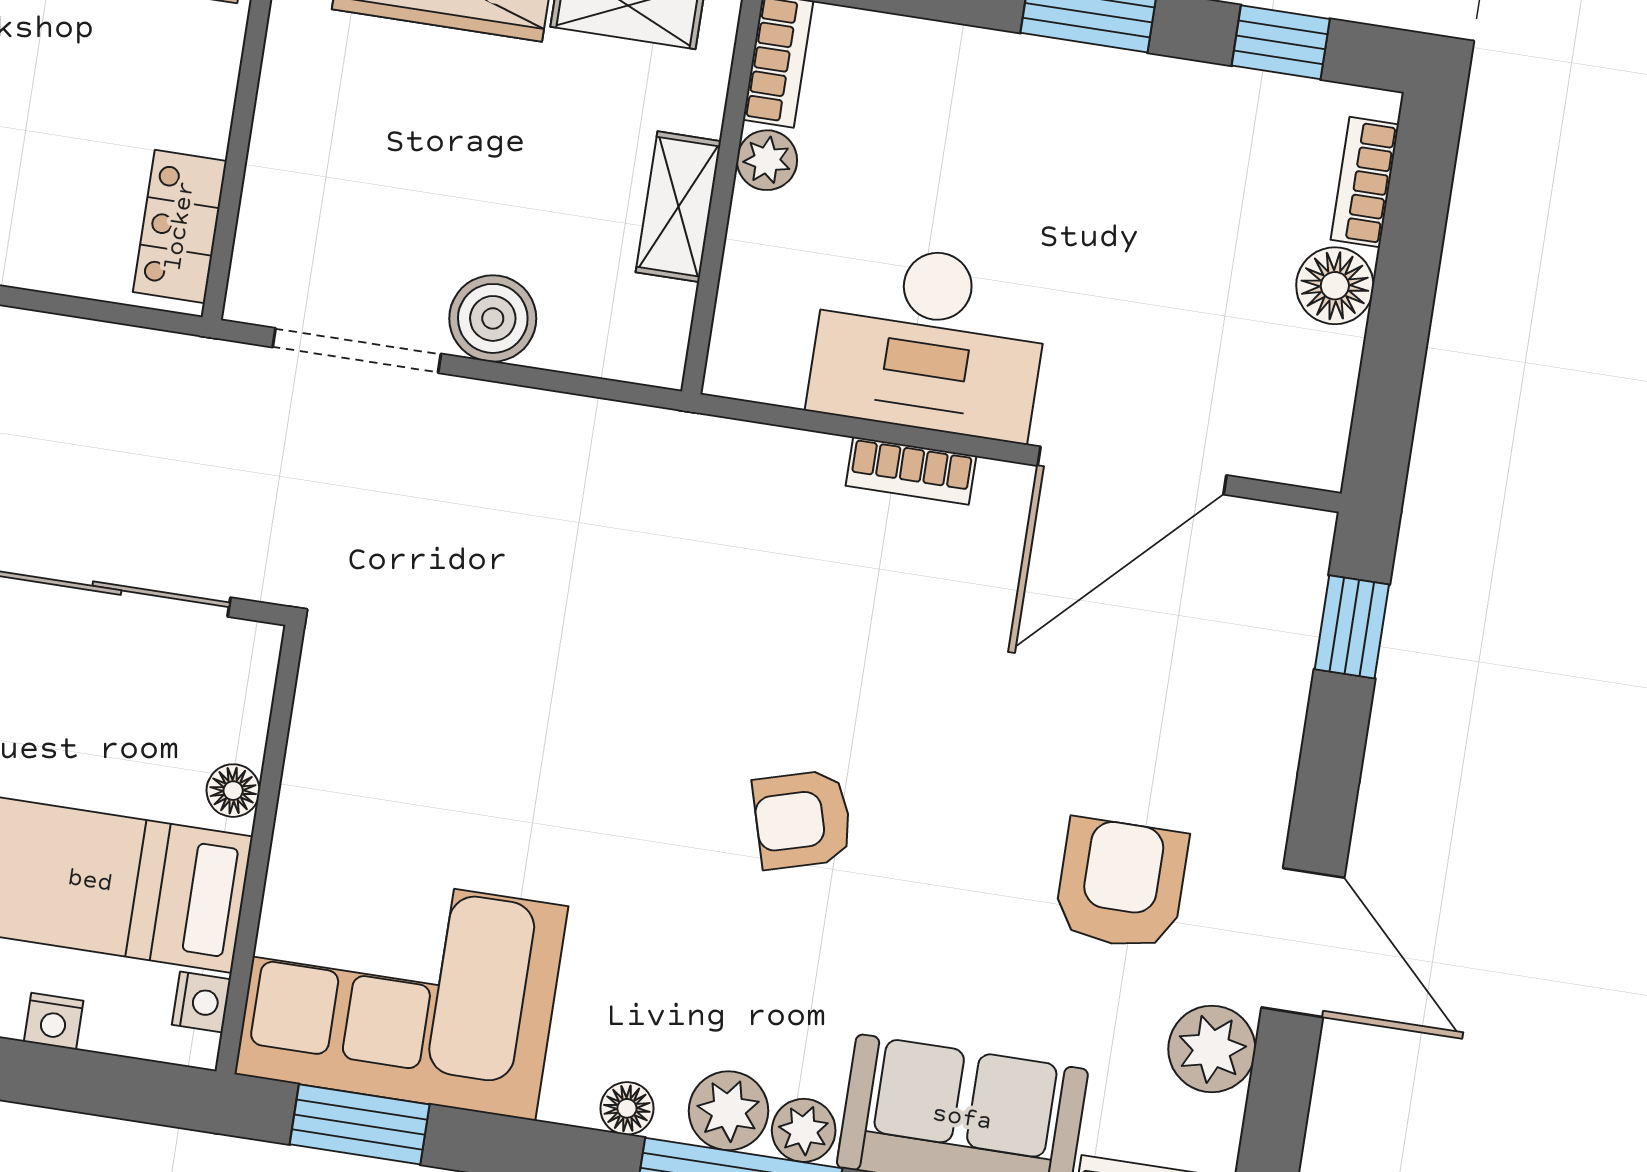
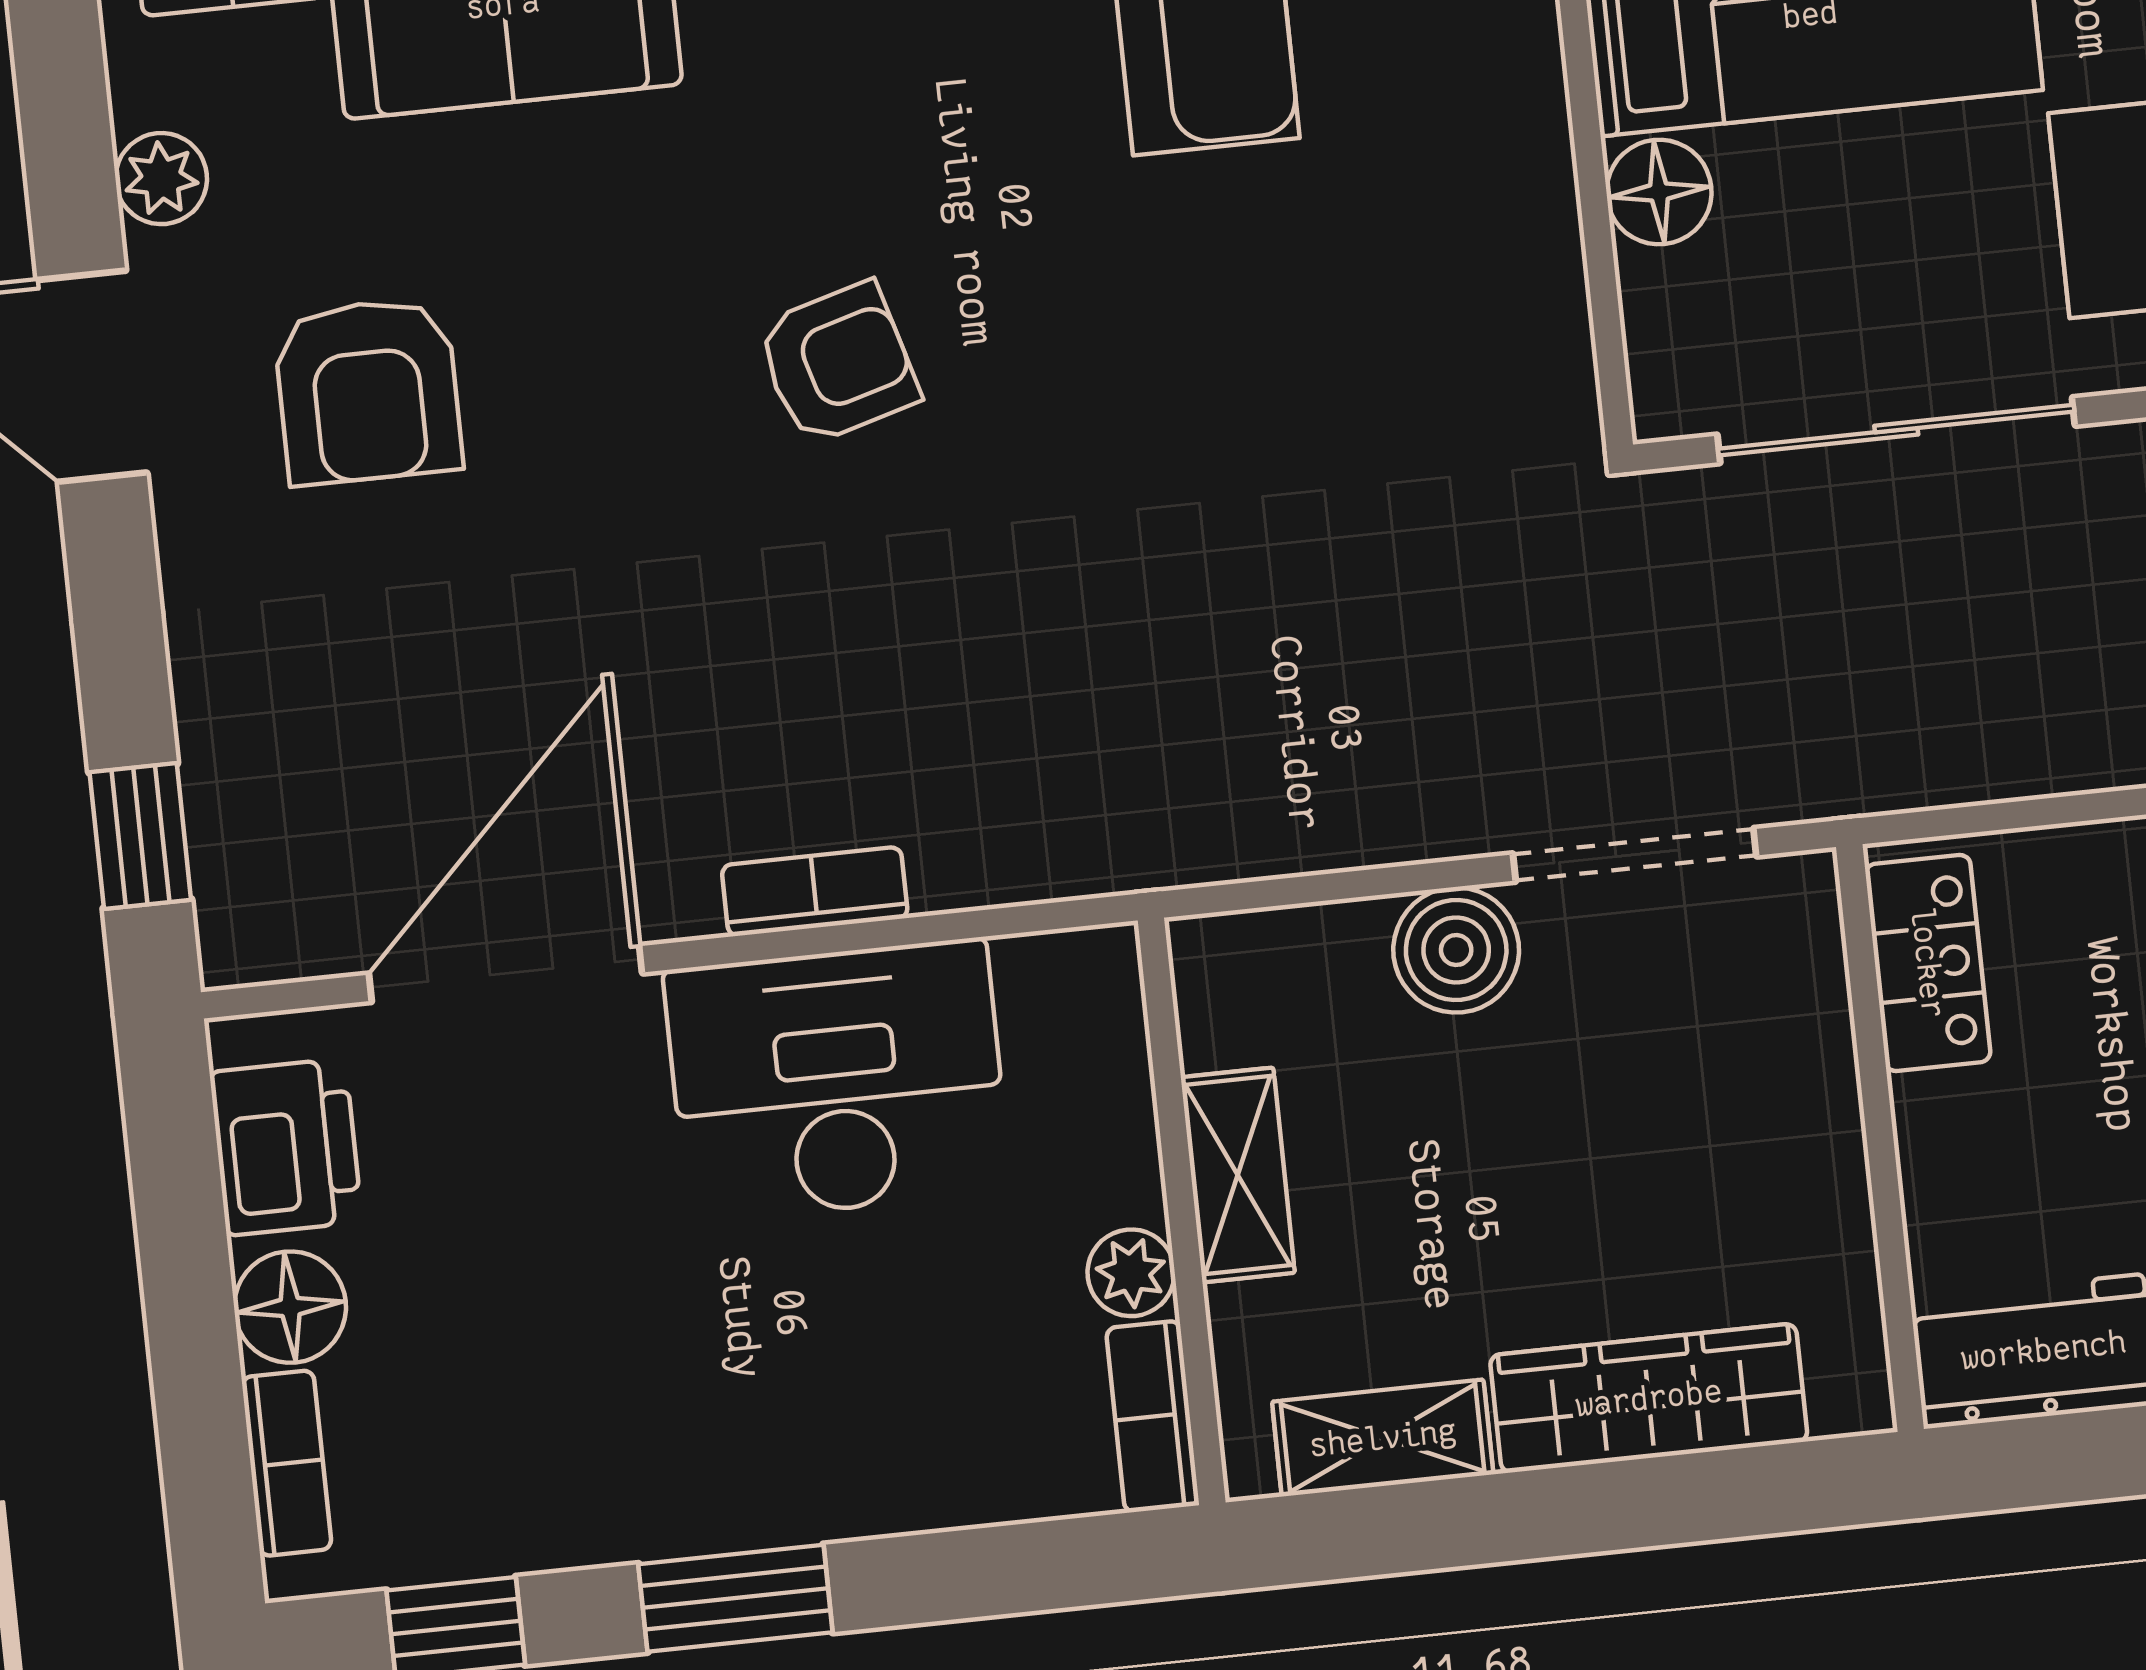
printer: (1309, 393) -> (286, 1147), added
floor lamp: (233, 791) -> (1659, 192), width x1.37, depth x1.37
plant: (1212, 1049) -> (161, 179), width x0.73, depth x0.73

